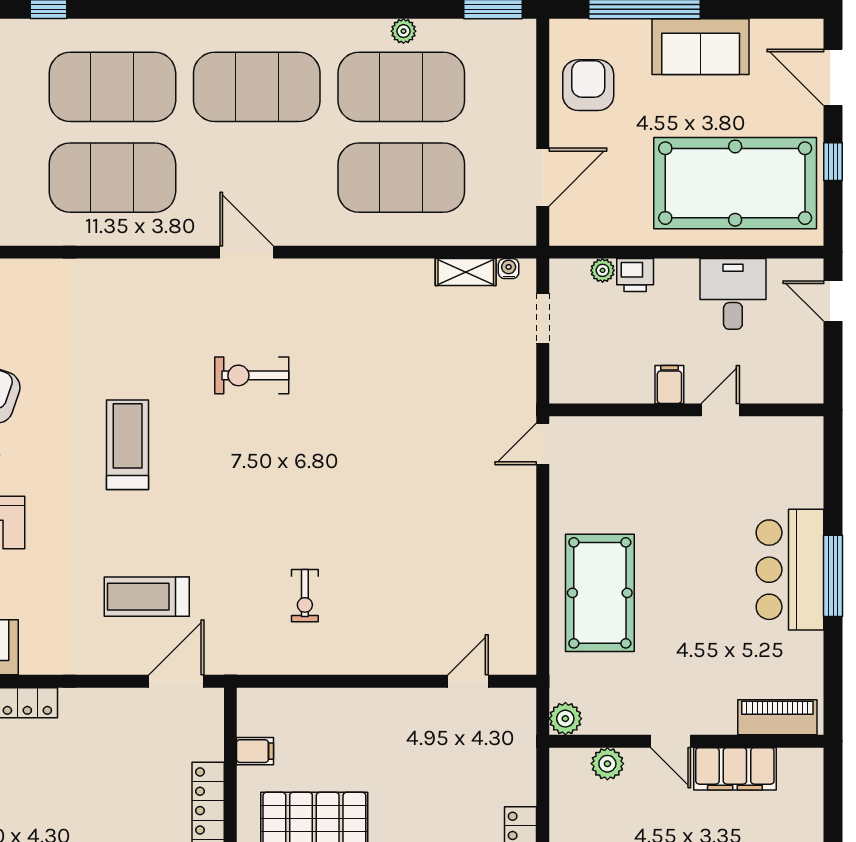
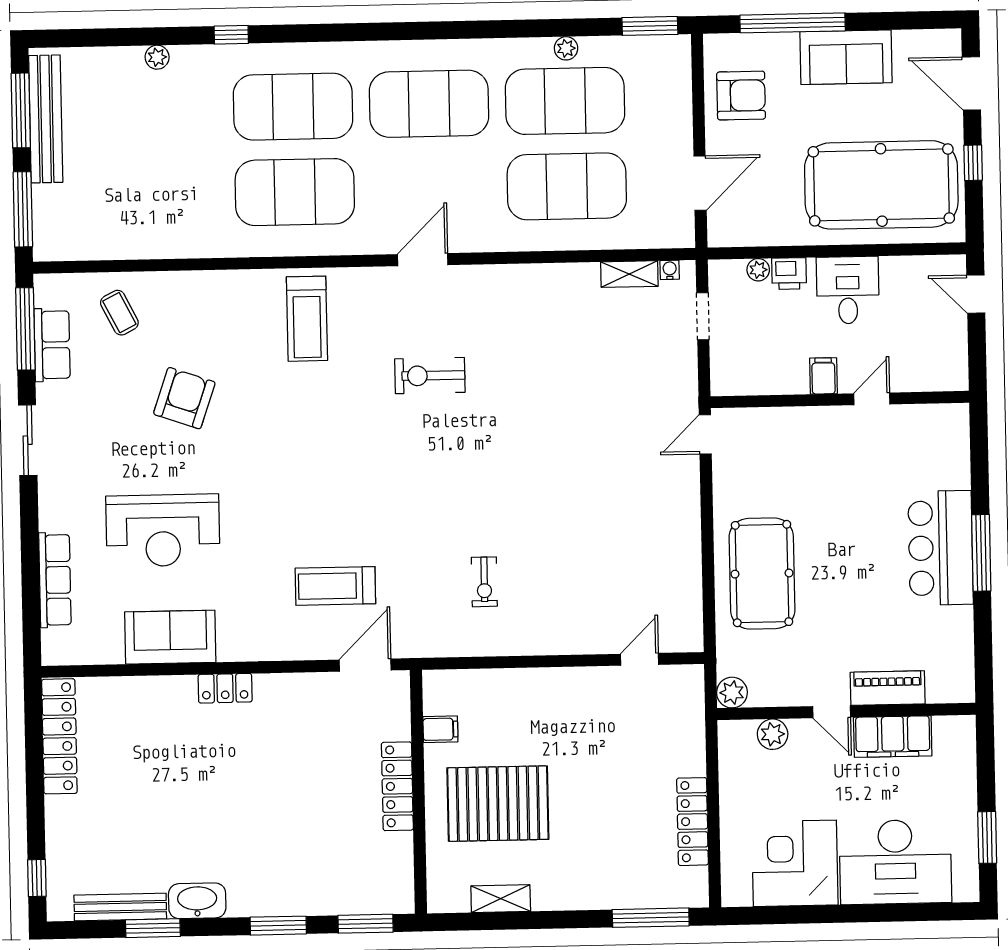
armchair: (588, 85) -> (741, 96), turned 90
door: (247, 252) -> (423, 260), hinge flipped
desk: (733, 294) -> (848, 290), moved
treadmill: (128, 445) -> (307, 319), moved, turned 180
piano: (777, 717) -> (888, 688), moved

